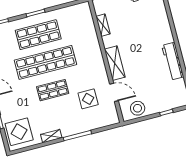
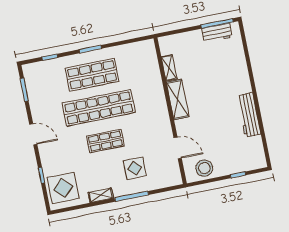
shelving: (115, 63) -> (178, 99), moved
display table: (88, 99) -> (135, 168), moved

